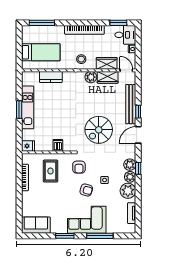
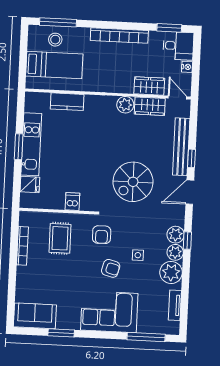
stool: (81, 59) -> (55, 40), moved
fridge: (28, 146) -> (30, 185), moved
window: (65, 236) -> (61, 333), moved
window: (100, 236) -> (146, 337), moved

